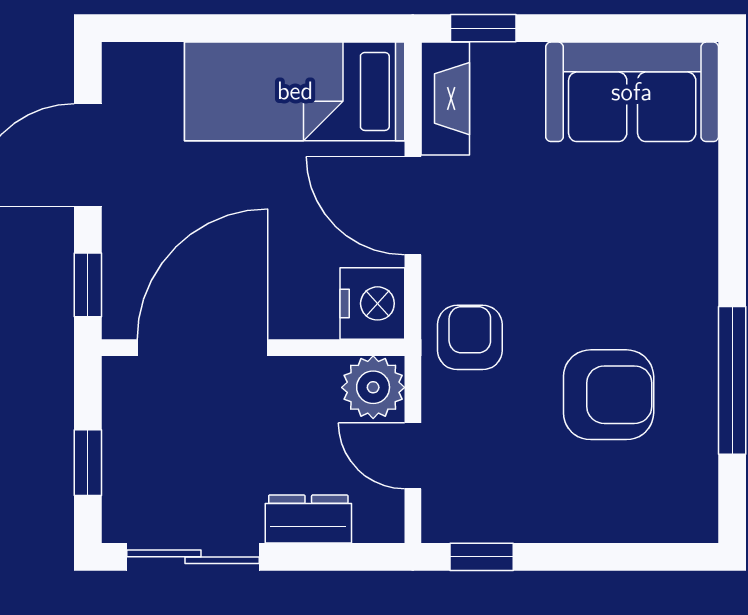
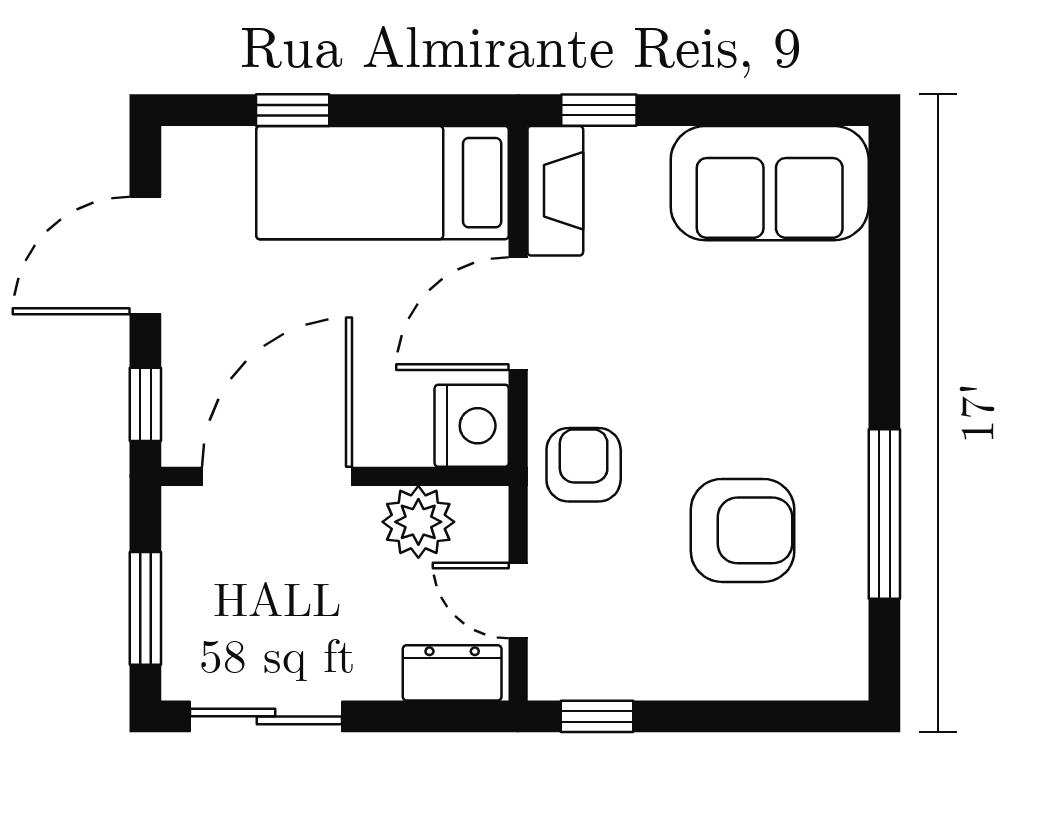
window: (216, 28) -> (293, 110), added
door: (413, 206) -> (518, 314), hinge flipped
plant: (373, 387) -> (418, 522), moved
window: (88, 463) -> (145, 608), width x1.50
dresser: (308, 519) -> (452, 673), moved

